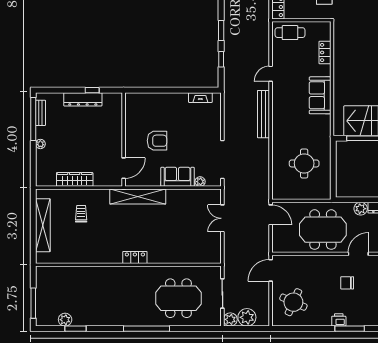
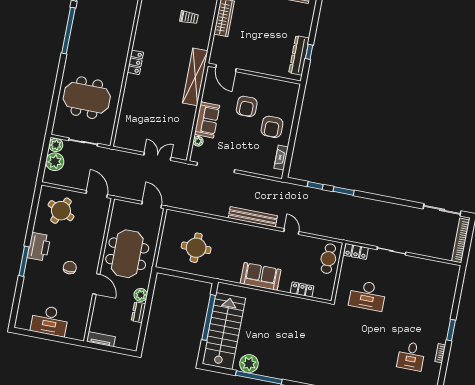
dresser: (83, 99) -> (299, 55), moved
armchair: (172, 112) -> (272, 127), added
door: (271, 215) -> (152, 205), swing flipped
meeting table: (178, 298) -> (87, 98), turned 90
printer: (339, 320) -> (39, 247), width x1.87, depth x1.48
window: (146, 329) -> (68, 31), moved

